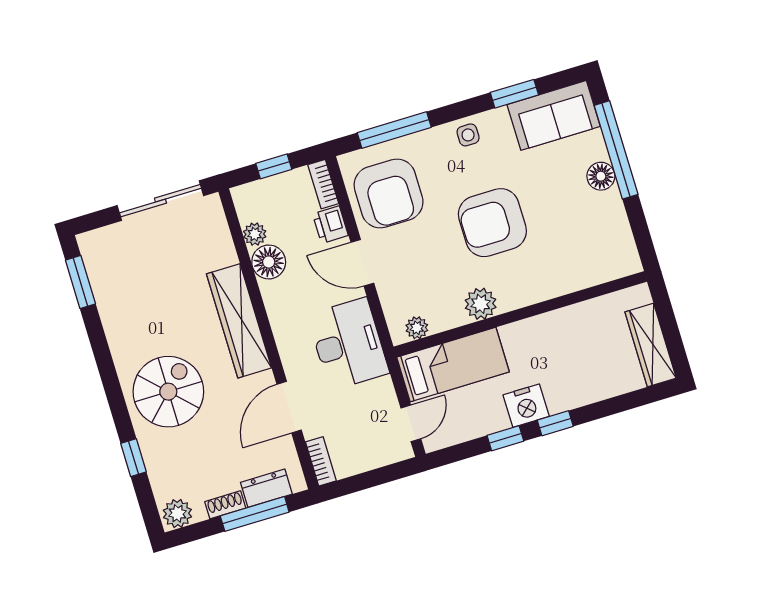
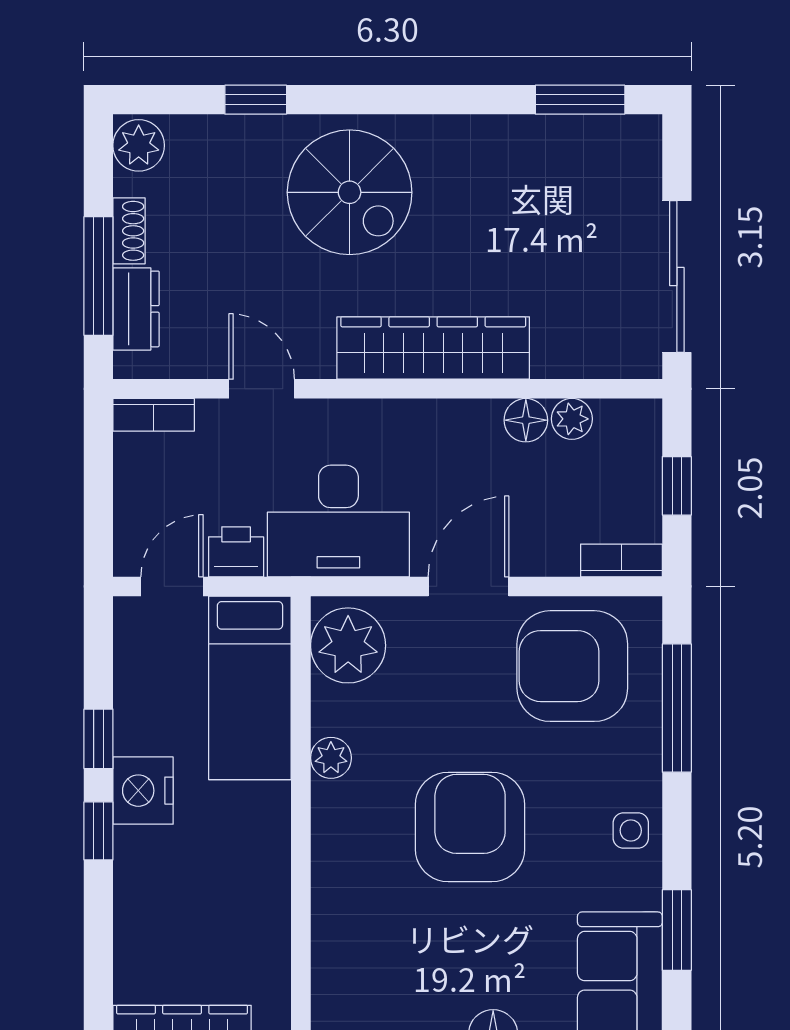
printer: (330, 225) -> (236, 552), moved
floor lamp: (269, 262) -> (526, 420), width x0.73, depth x0.73
plant: (481, 304) -> (331, 758), width x0.73, depth x0.73
plant: (417, 328) -> (348, 645), width x1.87, depth x1.87
door: (289, 407) -> (262, 389), width x0.73
door: (411, 423) -> (172, 586), swing flipped

